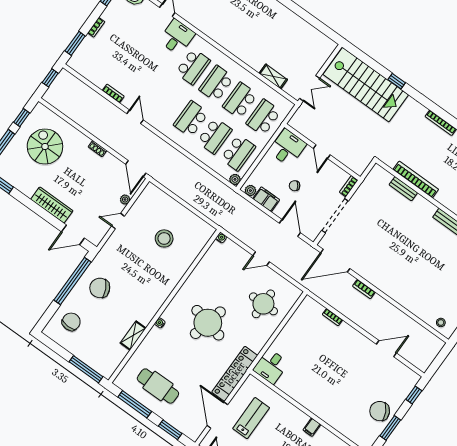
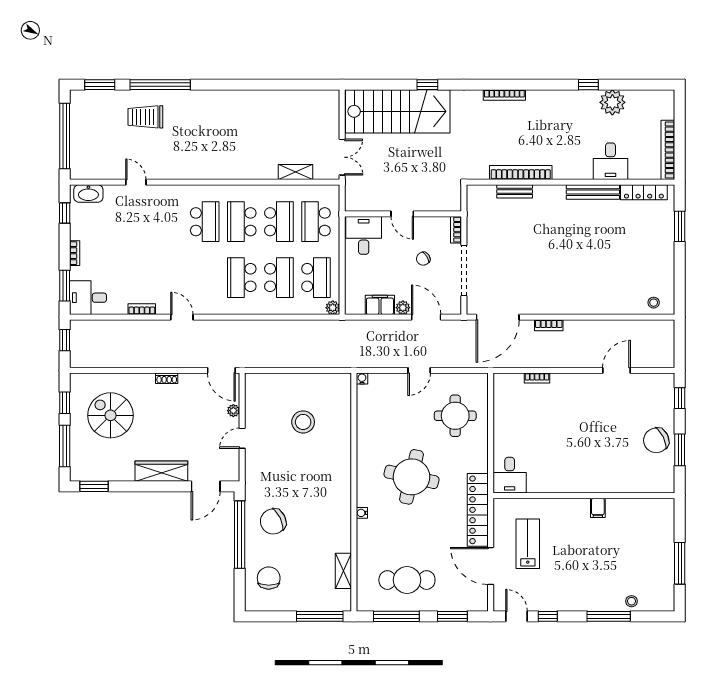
desk: (177, 37) -> (88, 298), moved, turned -90
school desk: (240, 100) -> (279, 222), turned 180
chair: (295, 186) -> (423, 259), moved
plant: (250, 191) -> (403, 308), moved
shelving: (133, 336) -> (343, 571), moved

